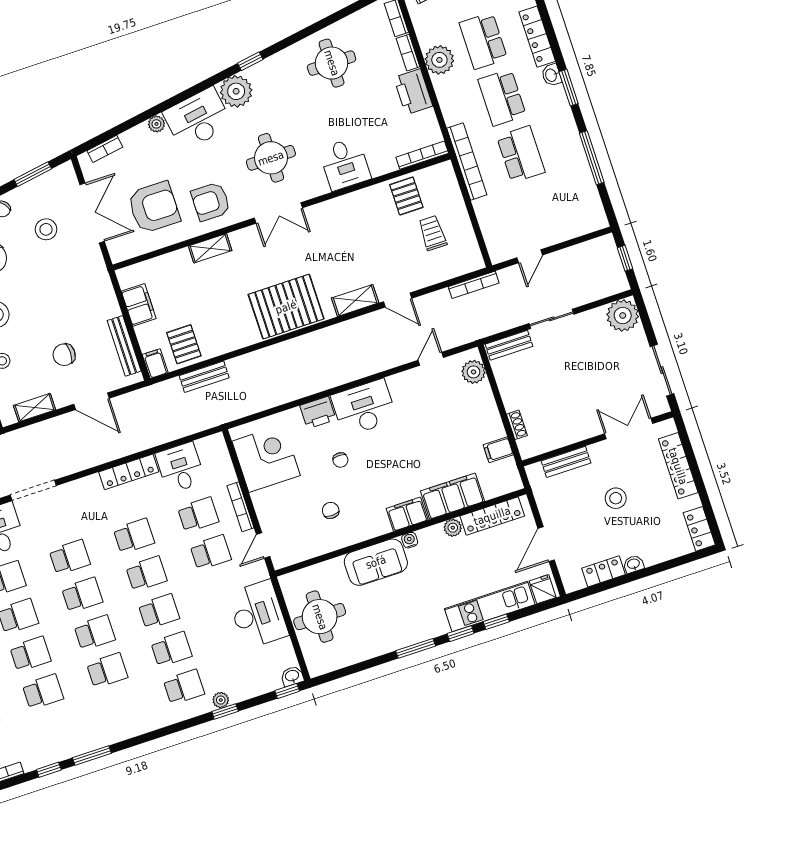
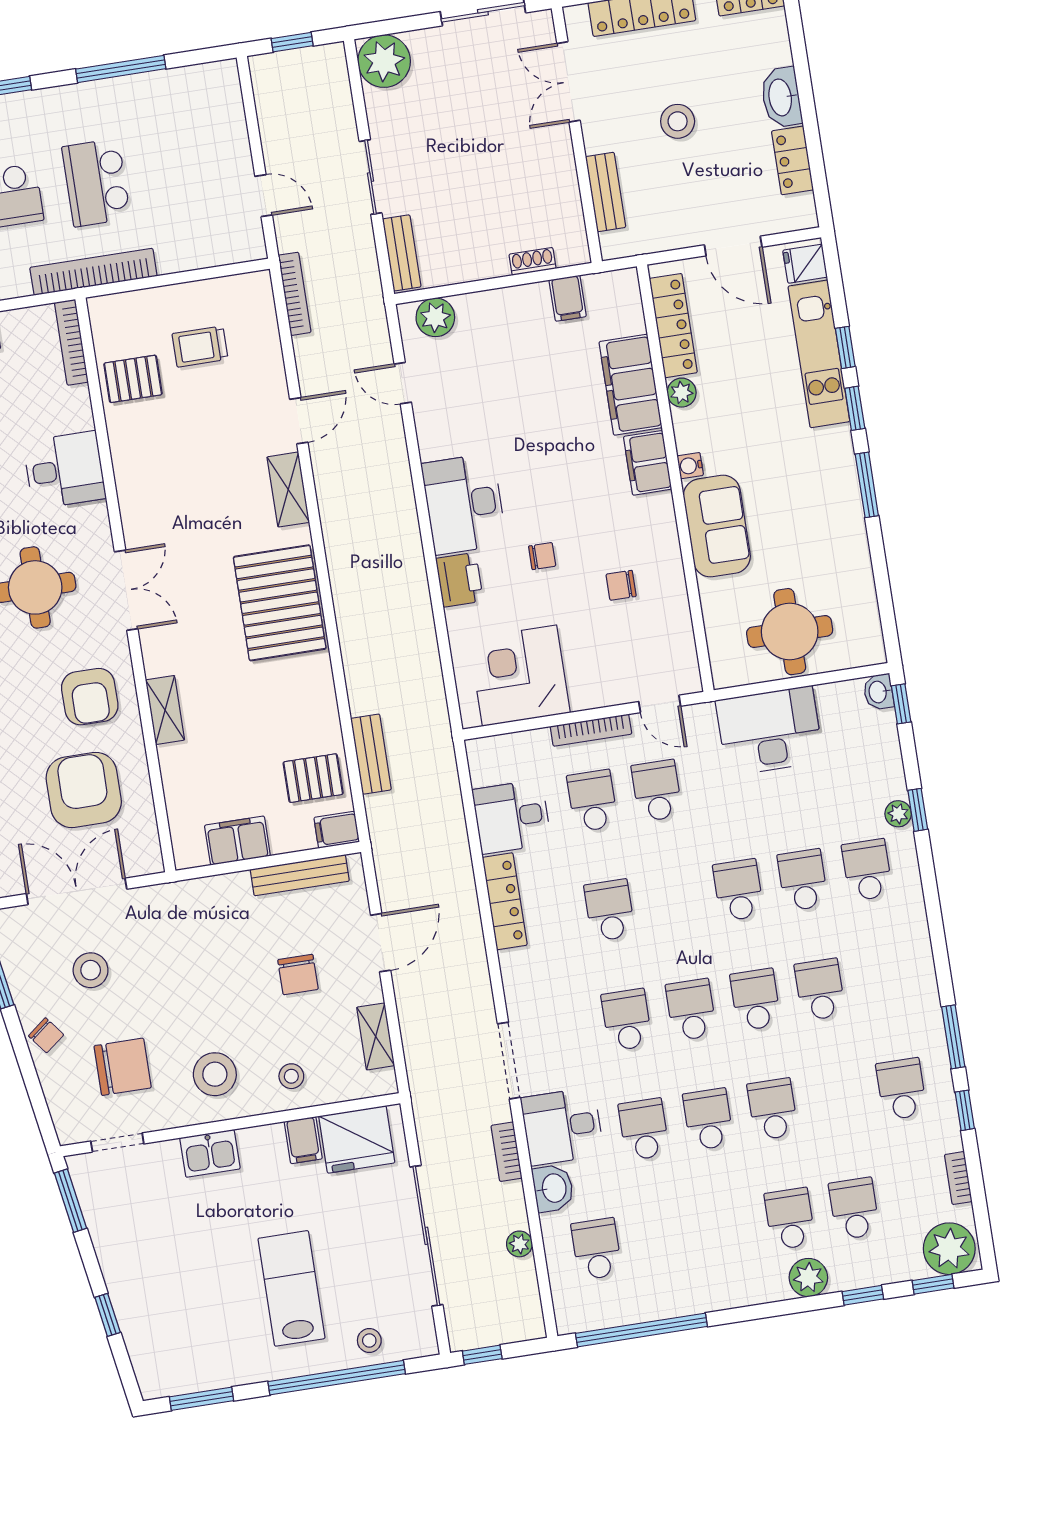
school desk: (521, 154) -> (96, 183), turned -90
washbasin: (634, 564) -> (781, 97), width x1.91, depth x1.45
school desk: (146, 574) -> (674, 900), removed
school desk: (43, 692) -> (901, 1089), moved

